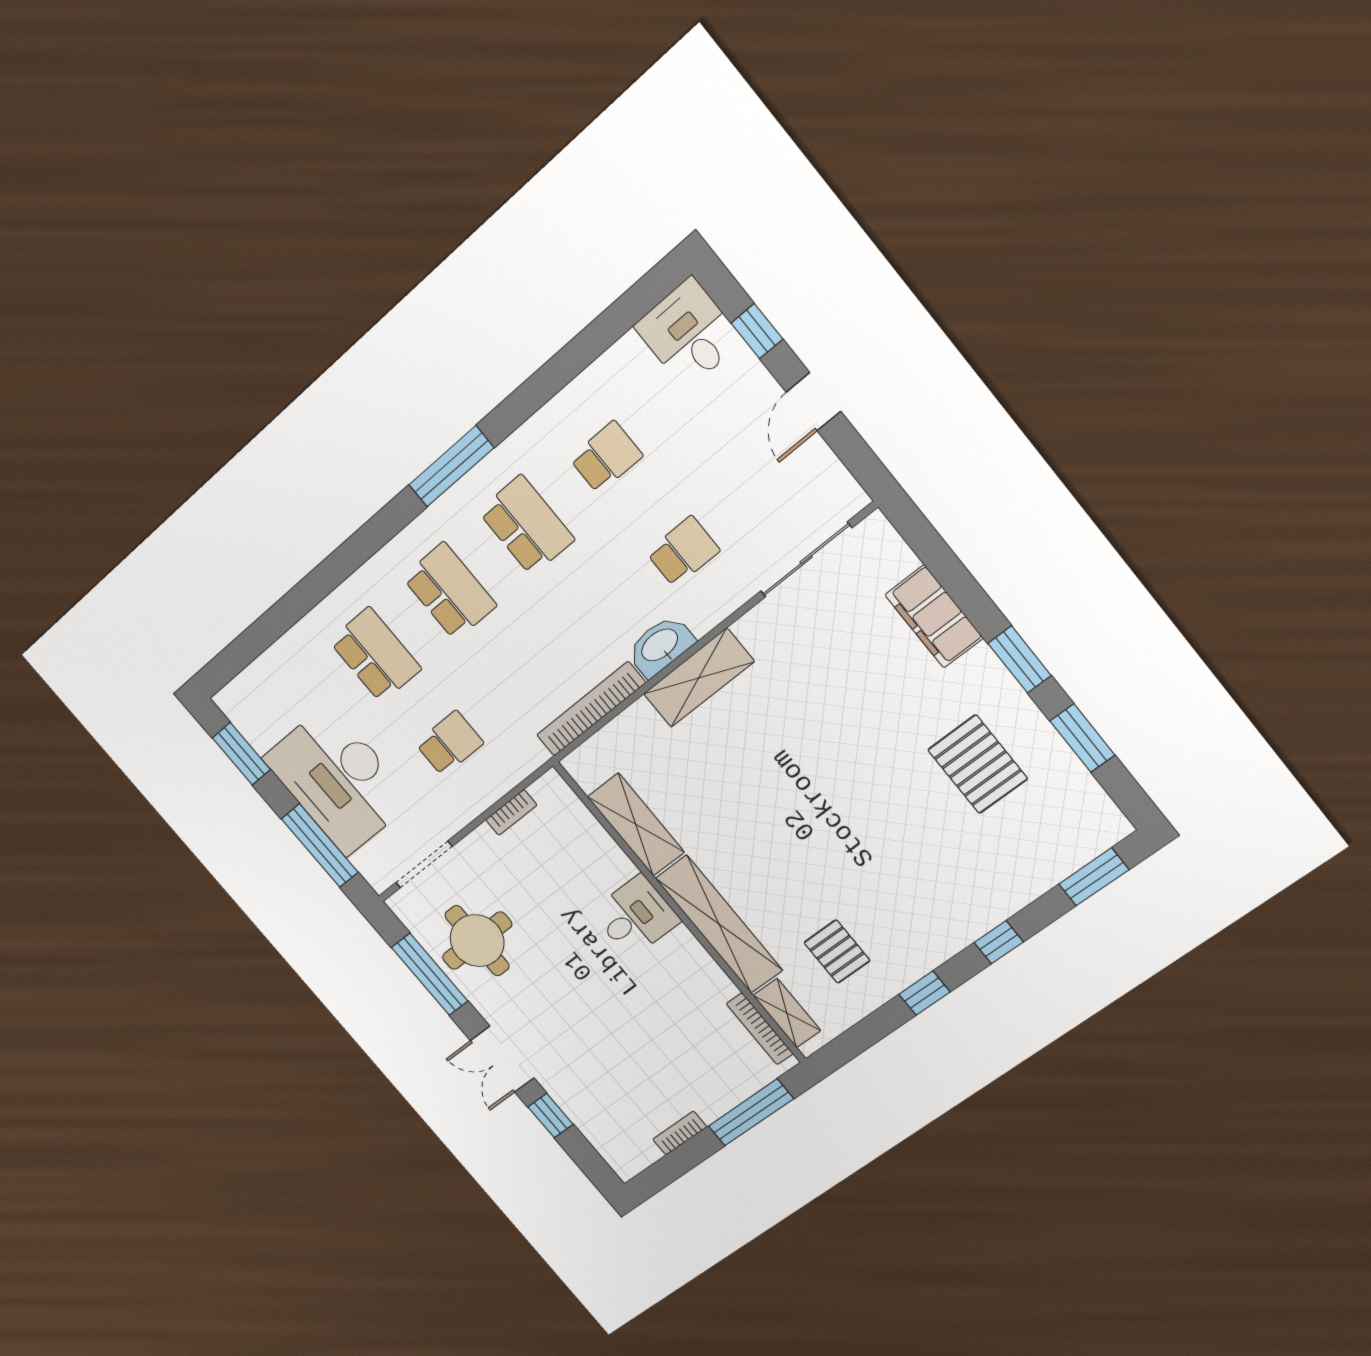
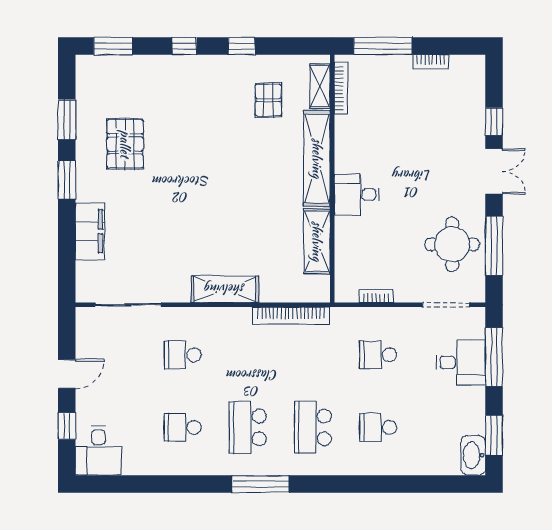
washbasin: (660, 646) -> (473, 455), moved, turned 90
school desk: (375, 655) -> (378, 427), width x0.54
desk: (338, 780) -> (461, 362), width x0.53, depth x0.77

